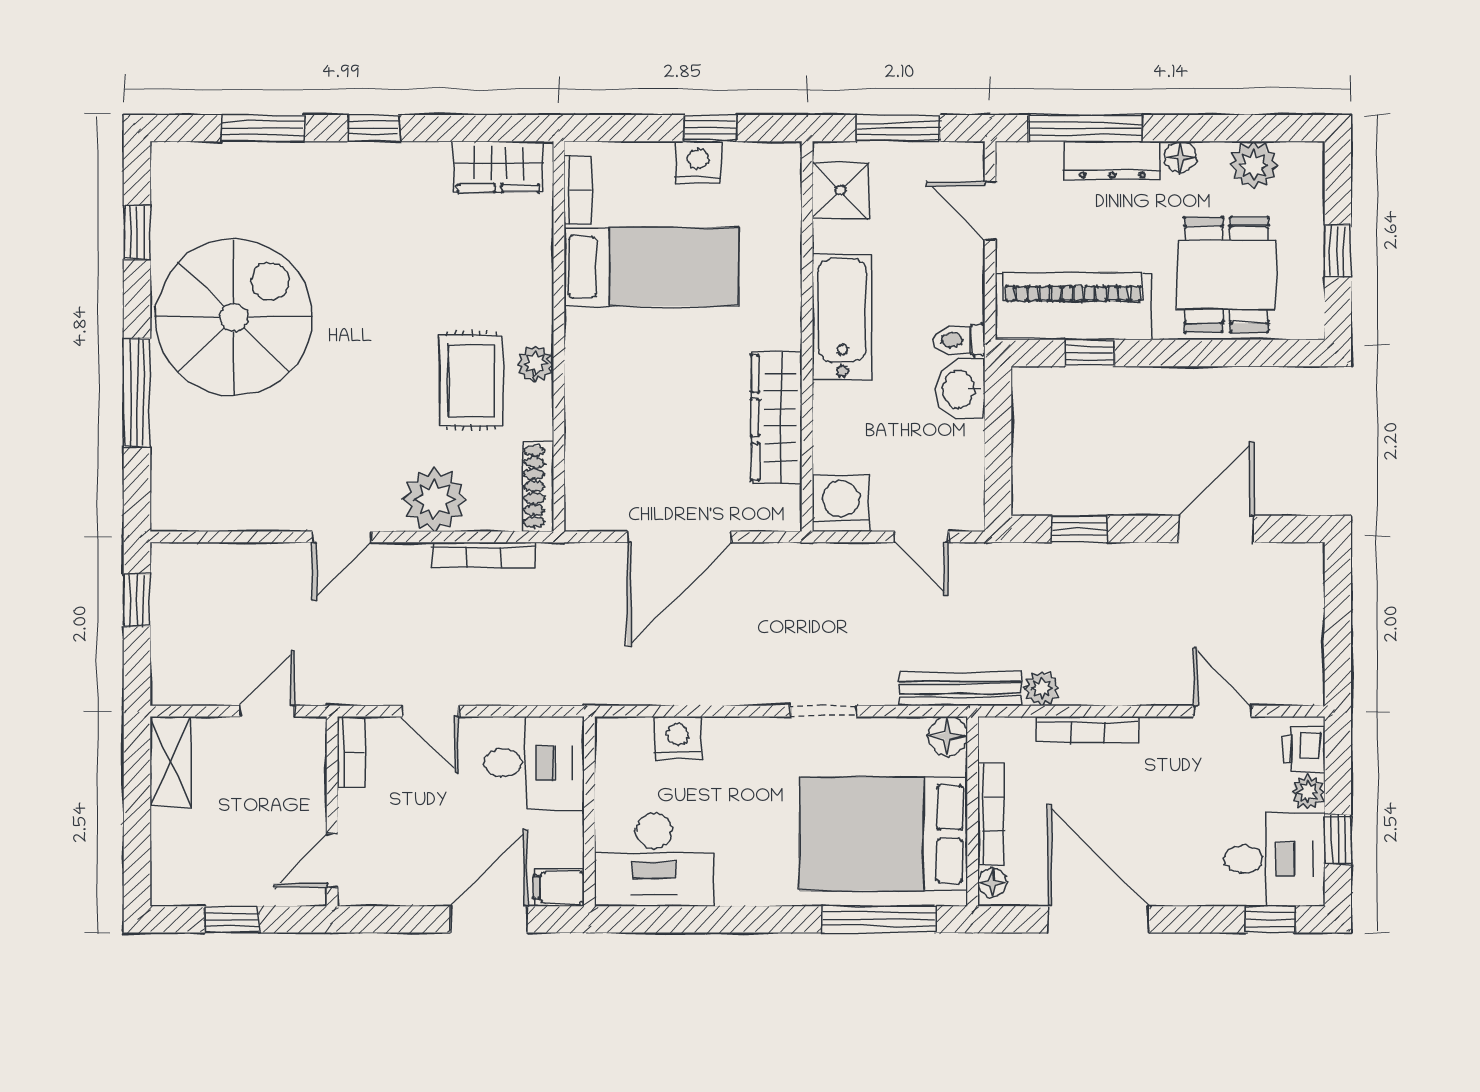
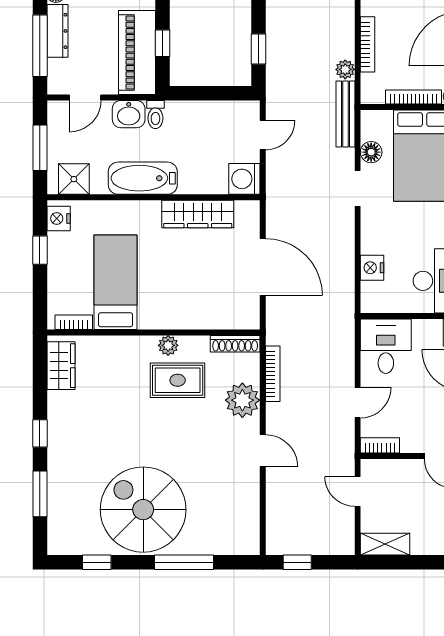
nightstand: (698, 162) -> (59, 219), moved
washbasin: (960, 389) -> (129, 114), moved
floor lamp: (948, 736) -> (371, 152), moved

